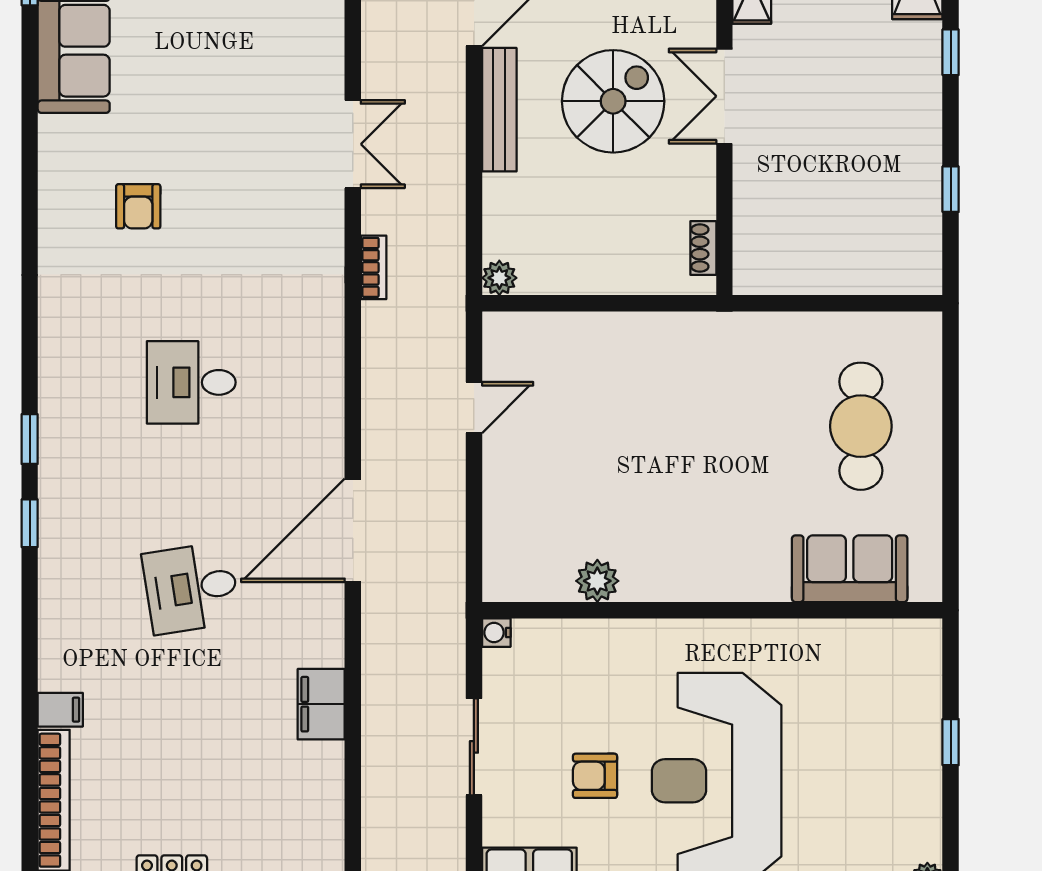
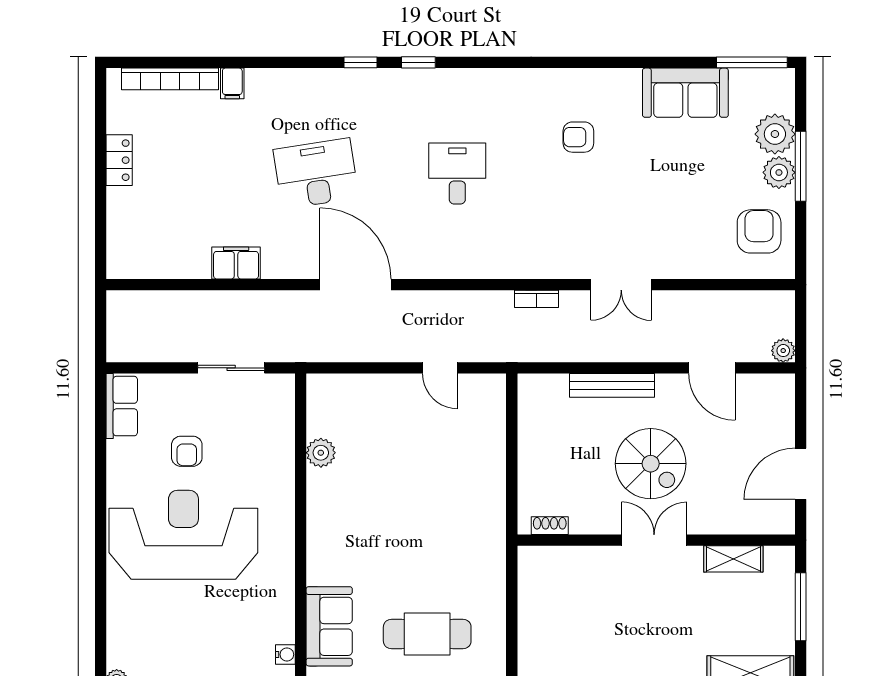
bench: (499, 110) -> (612, 385), moved
plant: (499, 278) -> (529, 385), removed
desk: (191, 588) -> (316, 174), width x1.37
water cooler: (496, 633) -> (285, 654), moved, turned 90
sliding door: (474, 747) -> (231, 368), moved
armchair: (595, 776) -> (187, 451), turned 180

